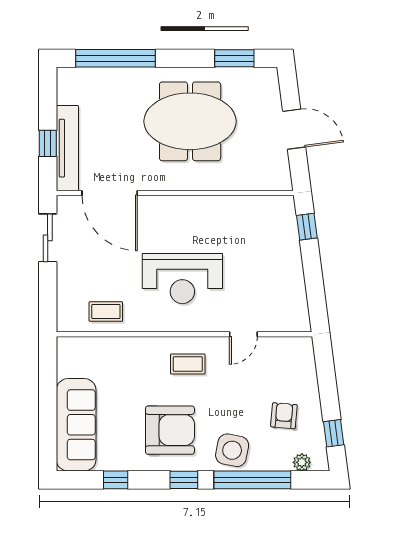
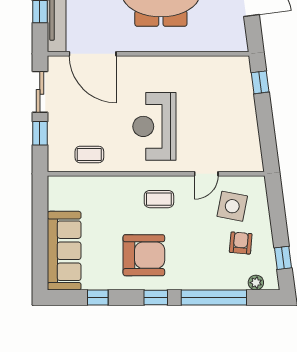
reception desk: (182, 279) -> (154, 126), turned 90
window: (48, 287) -> (40, 133), added
side table: (232, 450) -> (232, 206), moved

